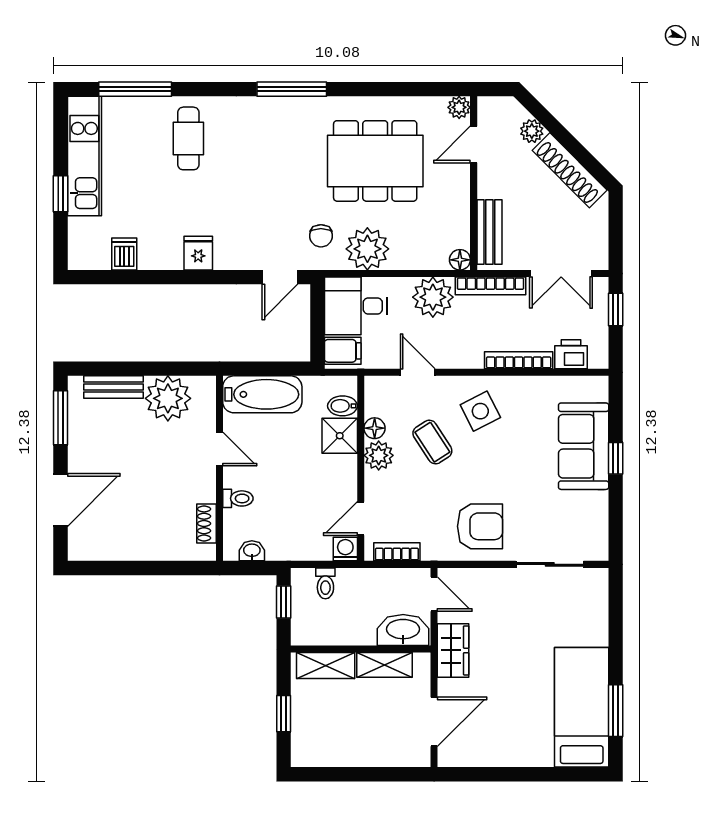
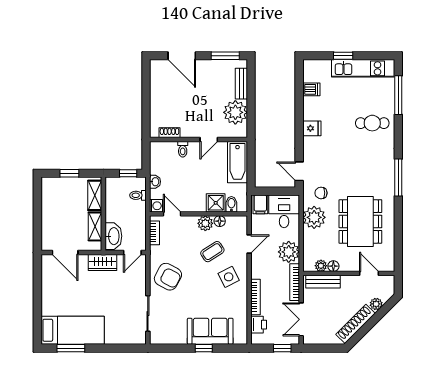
plant: (459, 107) -> (321, 266), moved
floor lamp: (460, 260) -> (333, 266), moved
armchair: (480, 526) -> (168, 277), turned -62
washbasin: (252, 551) -> (155, 182), moved

